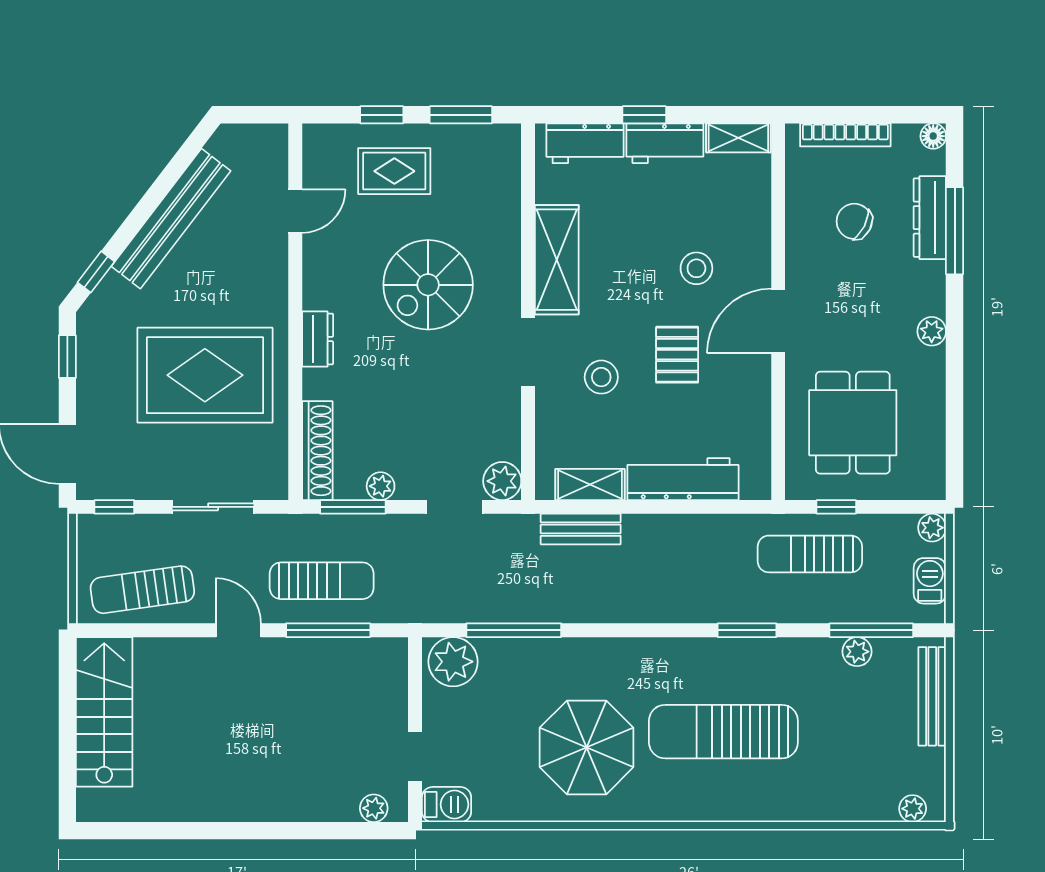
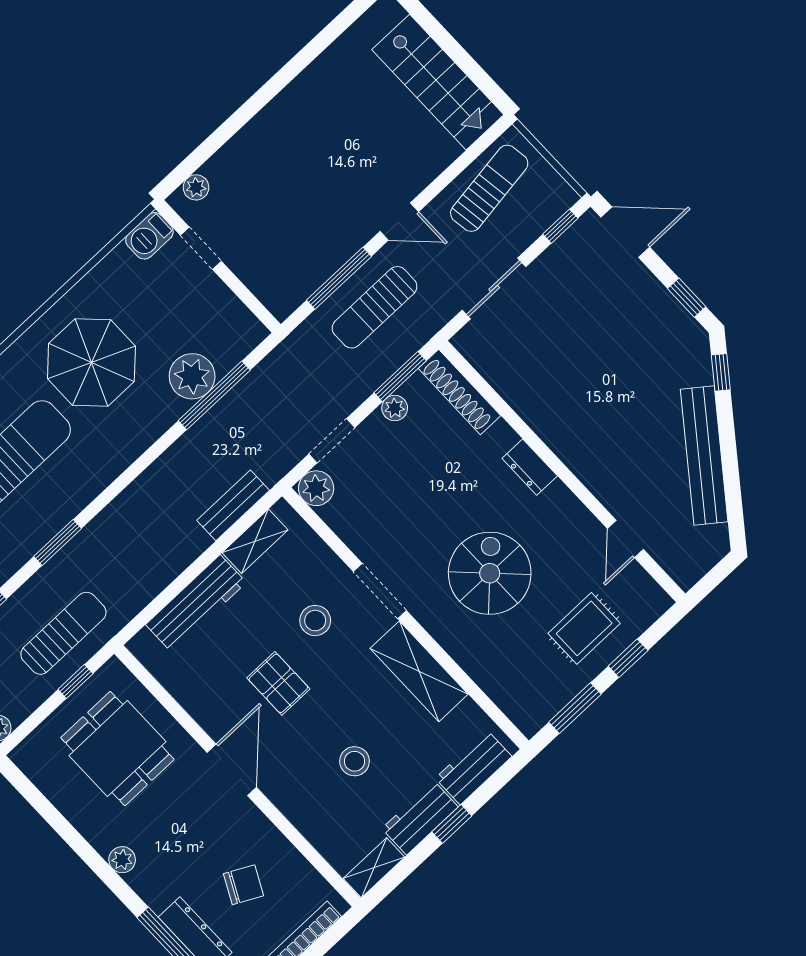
stool: (696, 268) -> (355, 761), moved
rug: (205, 375) -> (582, 372), removed
plant: (453, 662) -> (192, 376), moved

